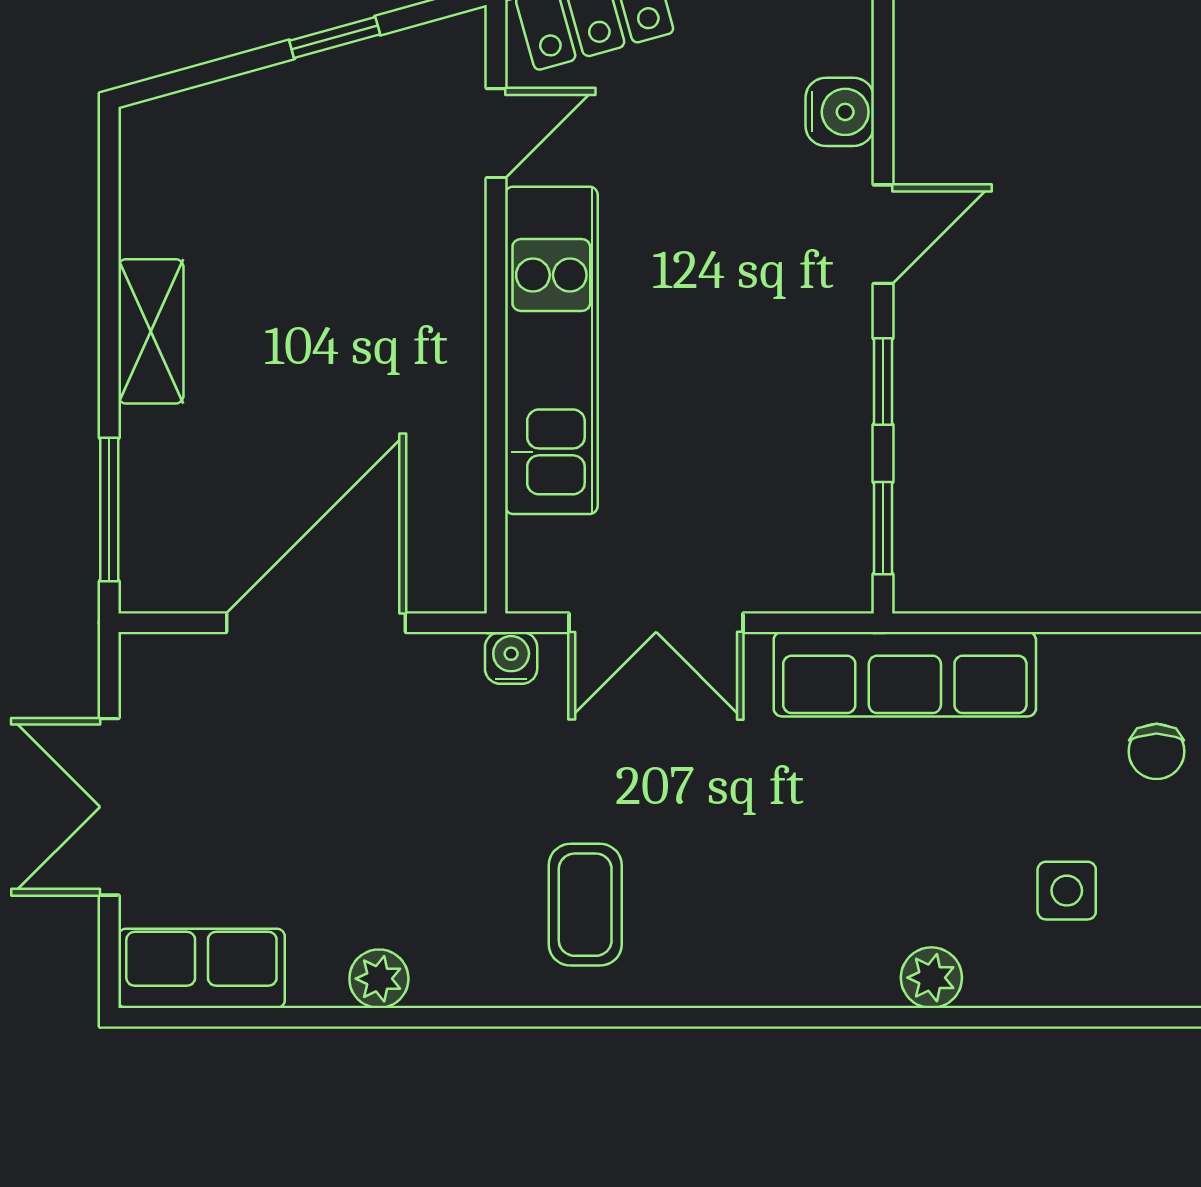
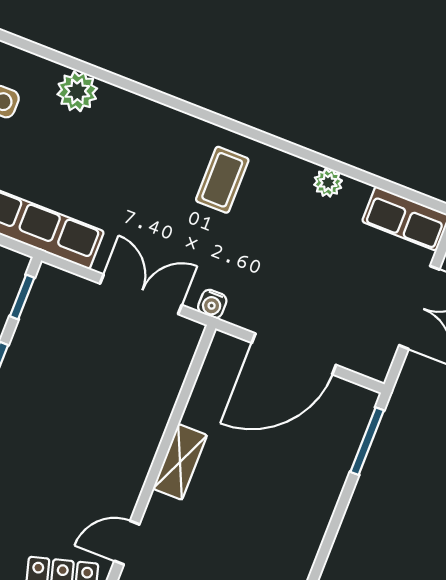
shelving: (151, 331) -> (180, 462), moved
kitchen unit: (551, 350) -> (140, 435), removed
plant: (931, 978) -> (77, 91), width x1.38, depth x1.38

